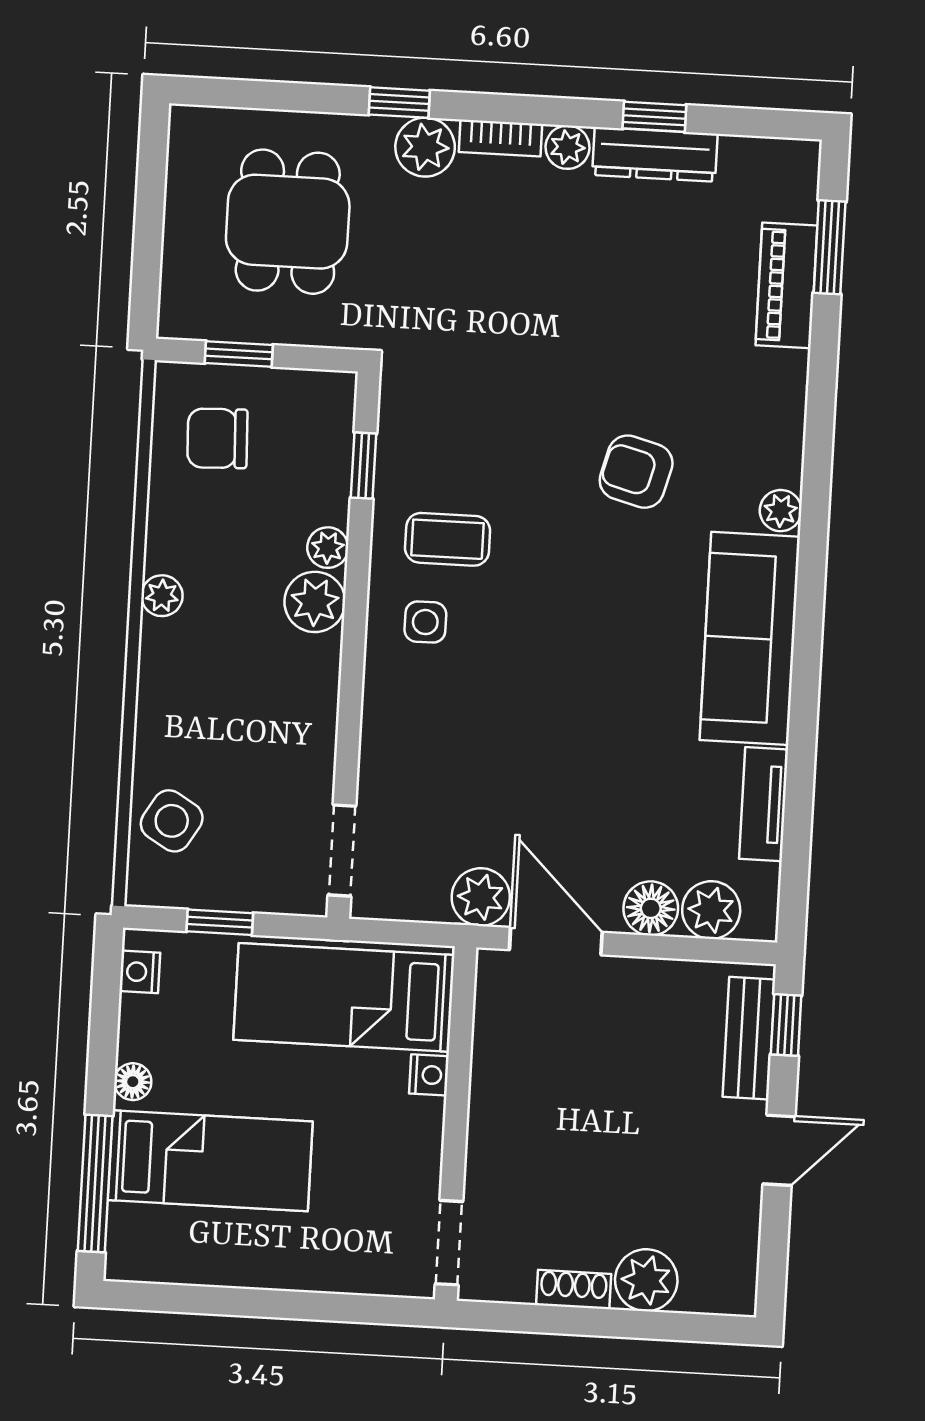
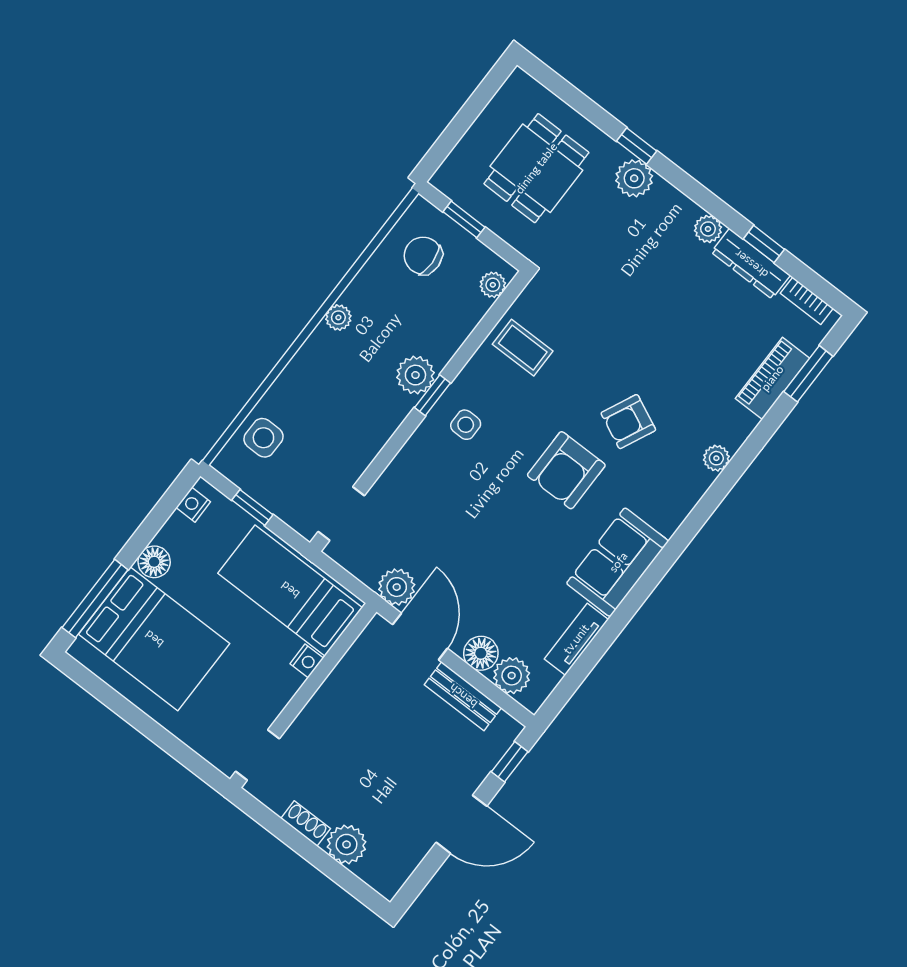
bookcase: (501, 138) -> (807, 301), moved
window: (364, 466) -> (432, 395), moved
armchair: (636, 472) -> (628, 422), turned -80
plant: (781, 511) -> (716, 458), moved
coffee table: (448, 539) -> (523, 348), moved
plant: (328, 548) -> (493, 285), moved
armchair: (598, 591) -> (566, 470), added
sofa: (750, 638) -> (618, 562), width x0.73
side table: (172, 821) -> (263, 438), turned -31
bench: (749, 1038) -> (463, 696), moved, turned 90
floor lamp: (133, 1082) -> (154, 562), width x1.37, depth x1.37
door: (779, 1150) -> (462, 824), width x1.38
bed: (210, 1161) -> (154, 639), width x1.50

